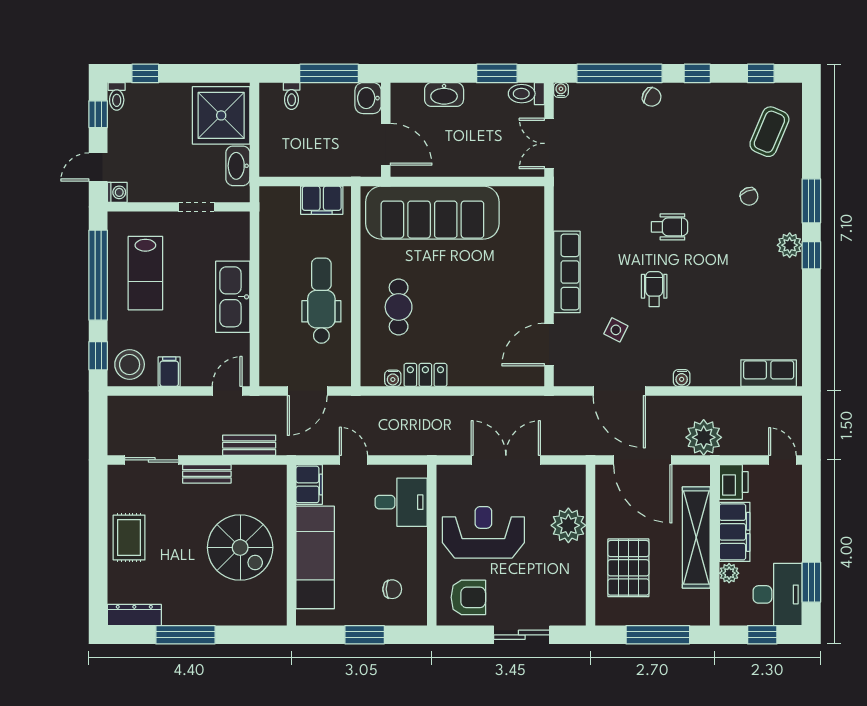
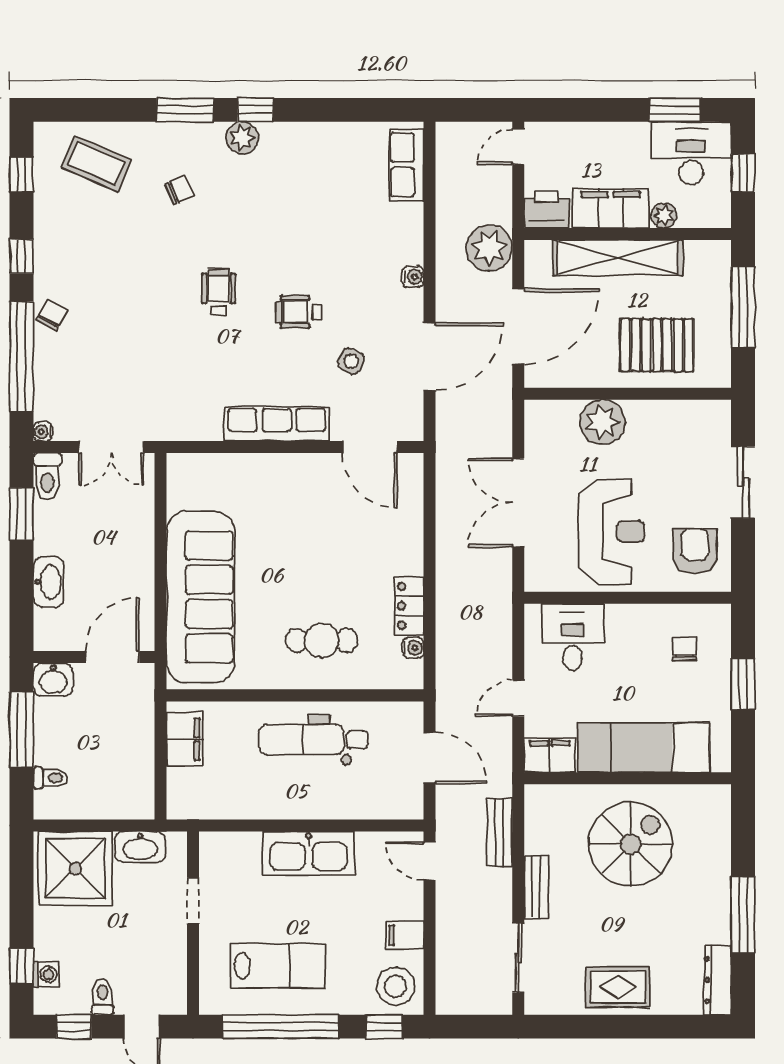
toilet: (117, 96) -> (103, 997), moved, turned -90
washing machine: (117, 192) -> (46, 974), moved, turned 90
reception desk: (483, 532) -> (611, 531), turned 180

